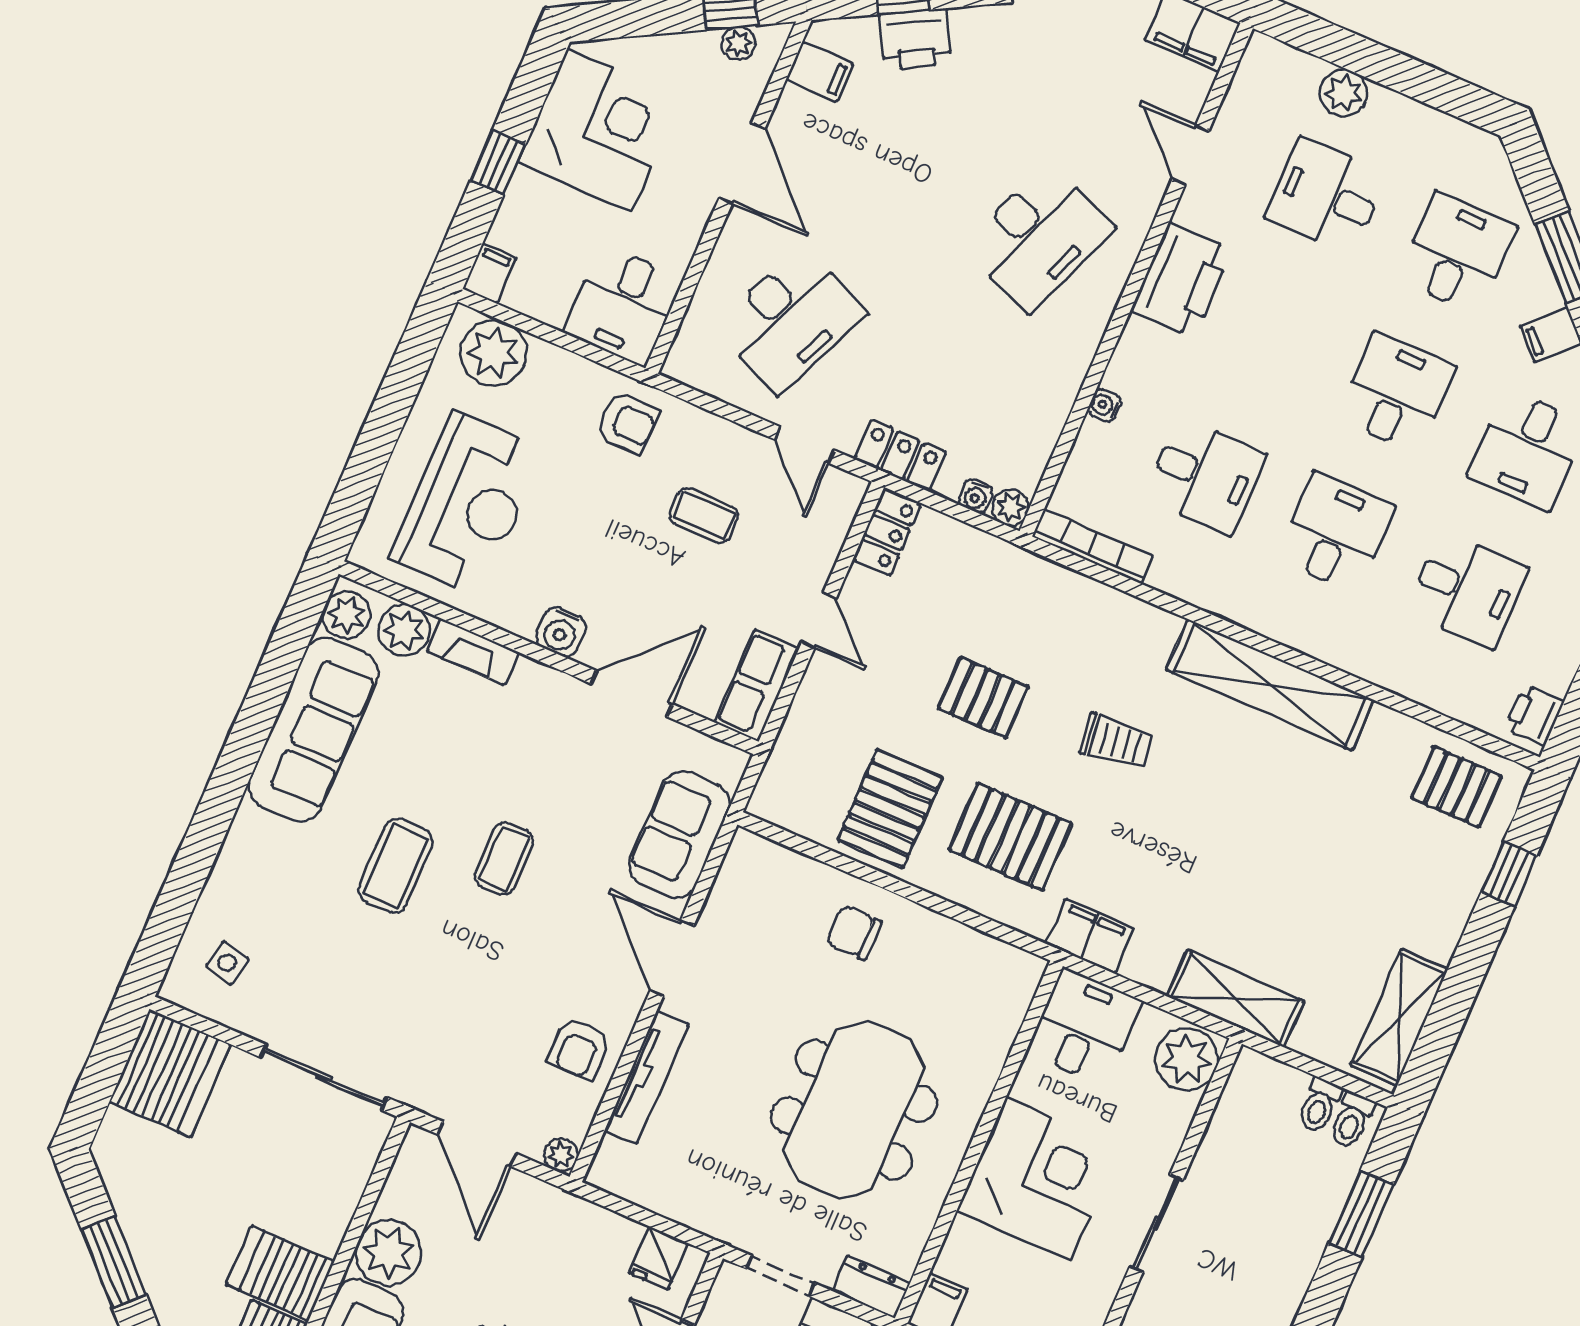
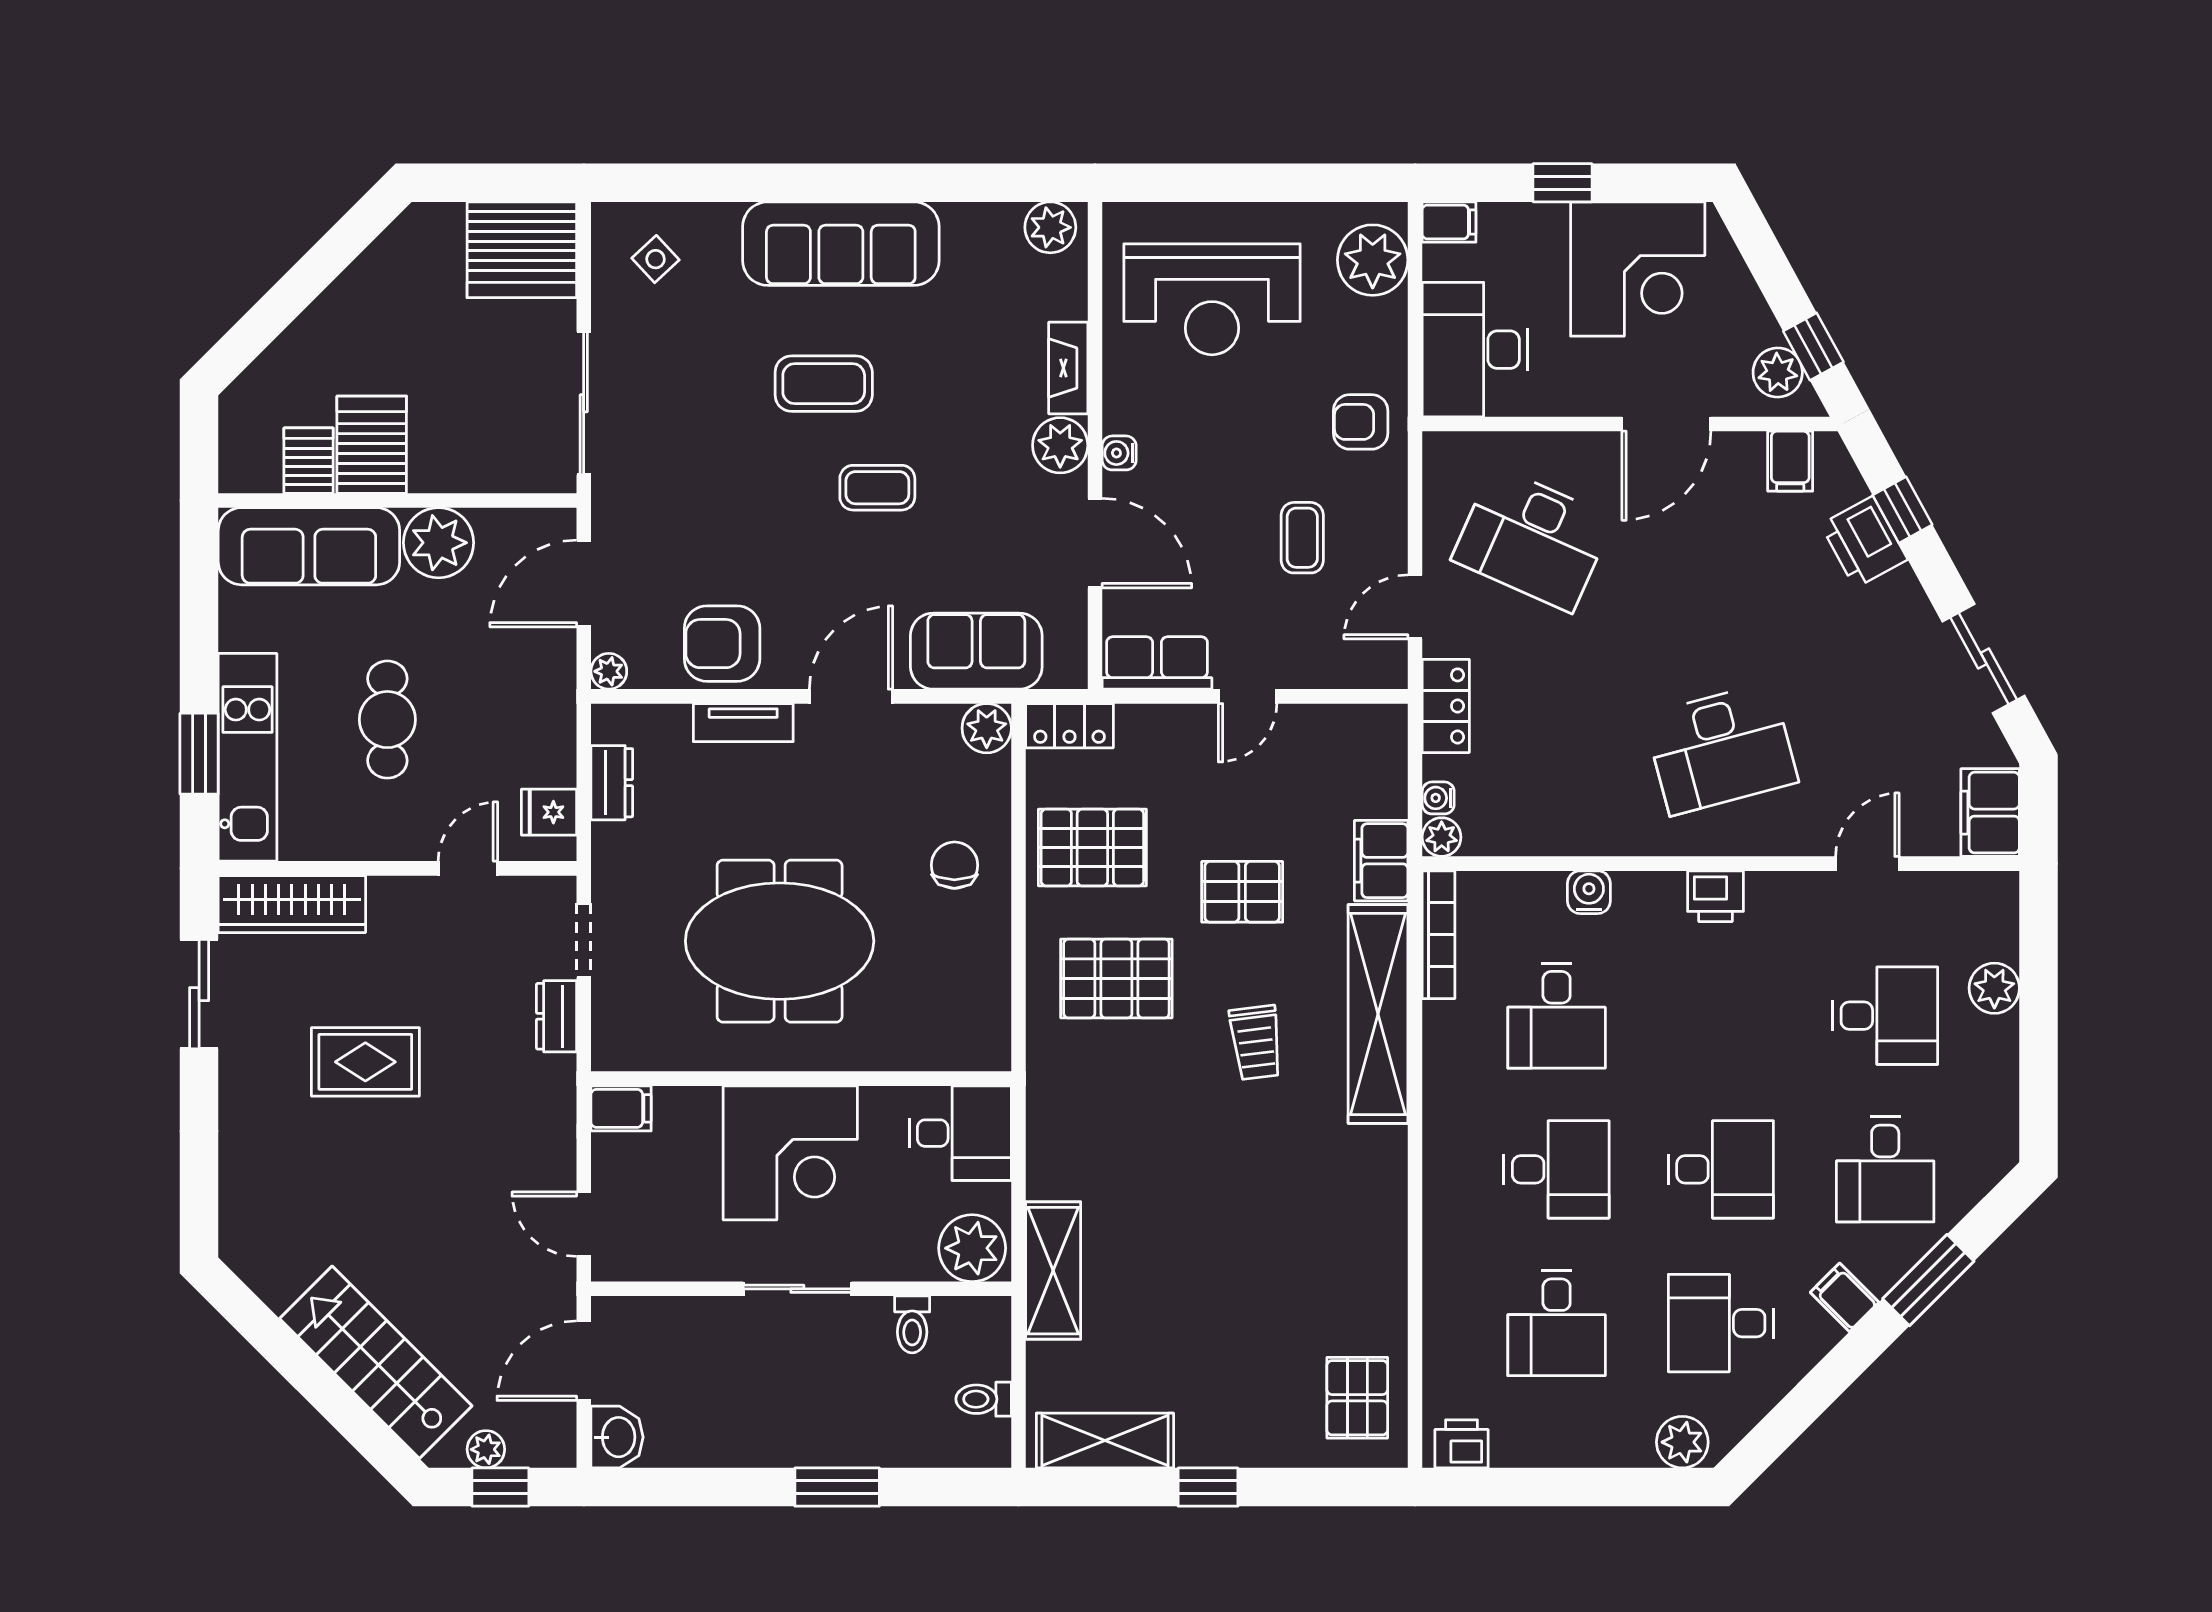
plant: (739, 43) -> (1778, 373), width x1.38, depth x1.38
desk: (1326, 196) -> (1885, 1016), turned 90
desk: (1038, 237) -> (1721, 749), turned -36
desk: (1457, 253) -> (1885, 1169), turned 90
printer: (1181, 280) -> (1716, 896), width x0.53, depth x0.68
desk: (623, 305) -> (1475, 350), width x1.37
water cooler: (1105, 405) -> (1589, 892), width x1.38, depth x1.38
armchair: (627, 423) -> (1361, 422), turned 90
locker: (887, 532) -> (1069, 726), moved
plant: (404, 630) -> (1060, 445), moved
water cooler: (561, 632) -> (1119, 453), width x0.72, depth x0.72
shelving: (1270, 685) -> (1378, 1014), moved
pallet: (983, 698) -> (1242, 892), turned 90
sofa: (313, 730) -> (841, 244), moved
pallet: (1010, 837) -> (1116, 978), turned 90
plant: (749, 854) -> (987, 728), added
window: (1509, 874) -> (1208, 1487), moved
filing cabinet: (1090, 936) -> (1381, 861), moved, turned 180
side table: (227, 963) -> (656, 259), turned 35
armchair: (579, 1048) -> (722, 644), width x1.38, depth x1.38
tv unit: (647, 1077) -> (743, 723), width x0.71
toilet: (1352, 1120) -> (912, 1324), moved, turned -90
window: (1361, 1214) -> (837, 1487), moved
window: (114, 1262) -> (311, 276), removed
dresser: (871, 1287) -> (612, 783), moved

